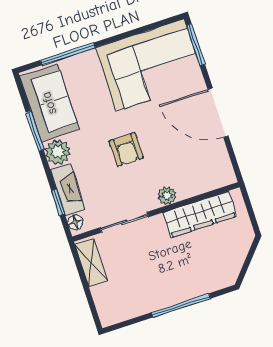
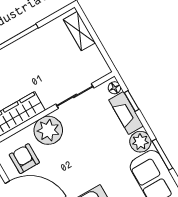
armchair: (126, 149) -> (24, 159), moved
plant: (167, 196) -> (48, 130), width x1.88, depth x1.88
shelving: (91, 263) -> (79, 31), moved

